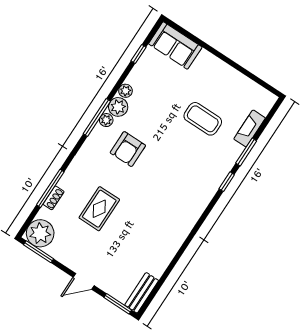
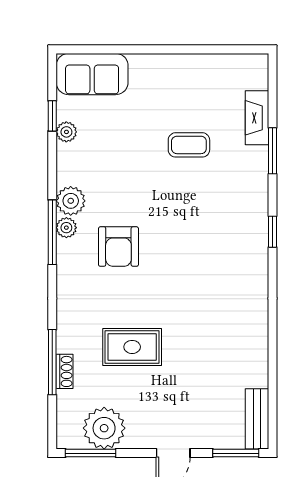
plant: (125, 91) -> (66, 132), moved
coffee table: (203, 119) -> (189, 145), width x0.73, depth x0.77
window: (227, 182) -> (272, 232), moved
rug: (99, 209) -> (132, 347), turned 90
plant: (40, 233) -> (104, 428), moved

